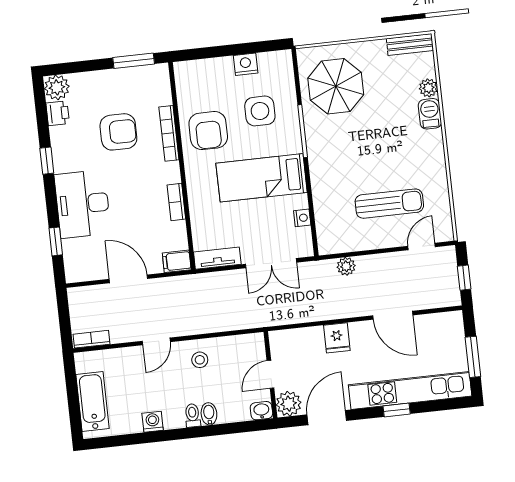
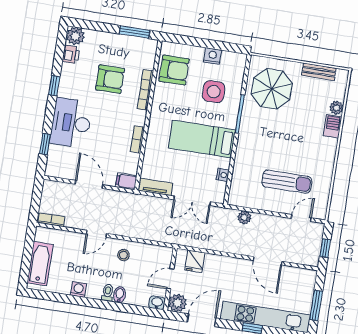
bench: (410, 45) -> (319, 72), moved
armchair: (208, 131) -> (174, 70), moved, turned -90
fridge: (337, 338) -> (195, 261), moved

